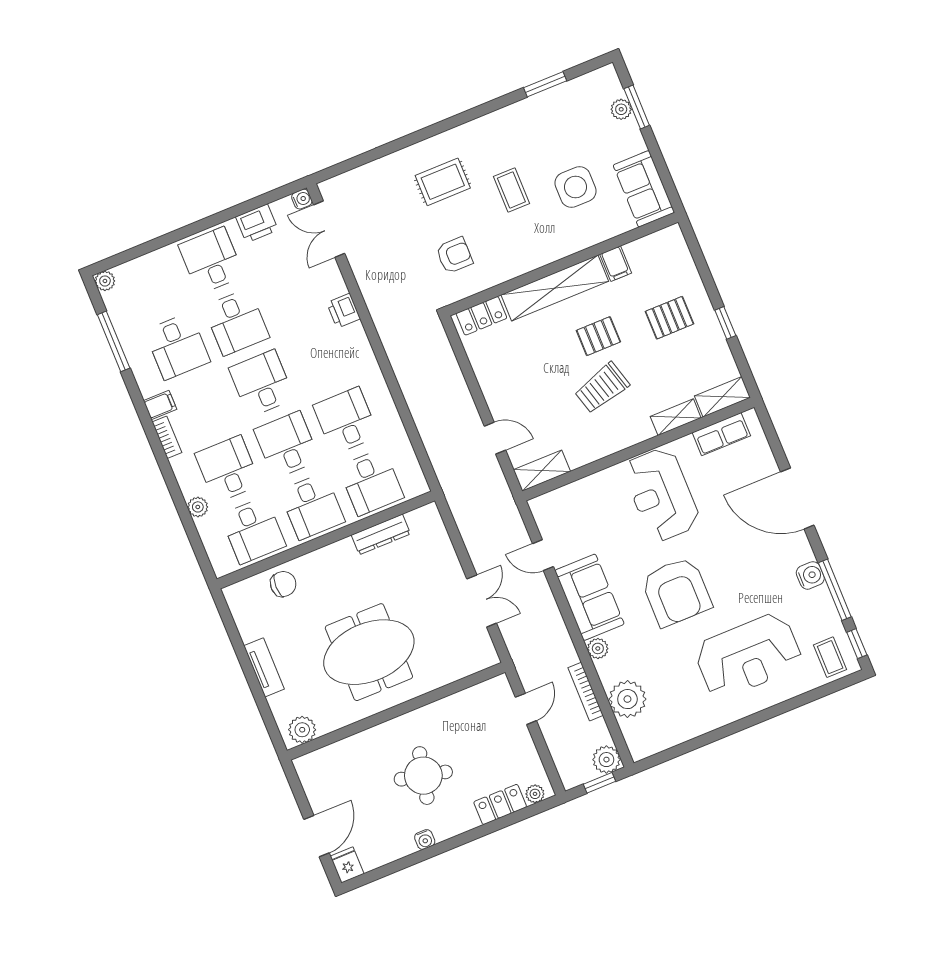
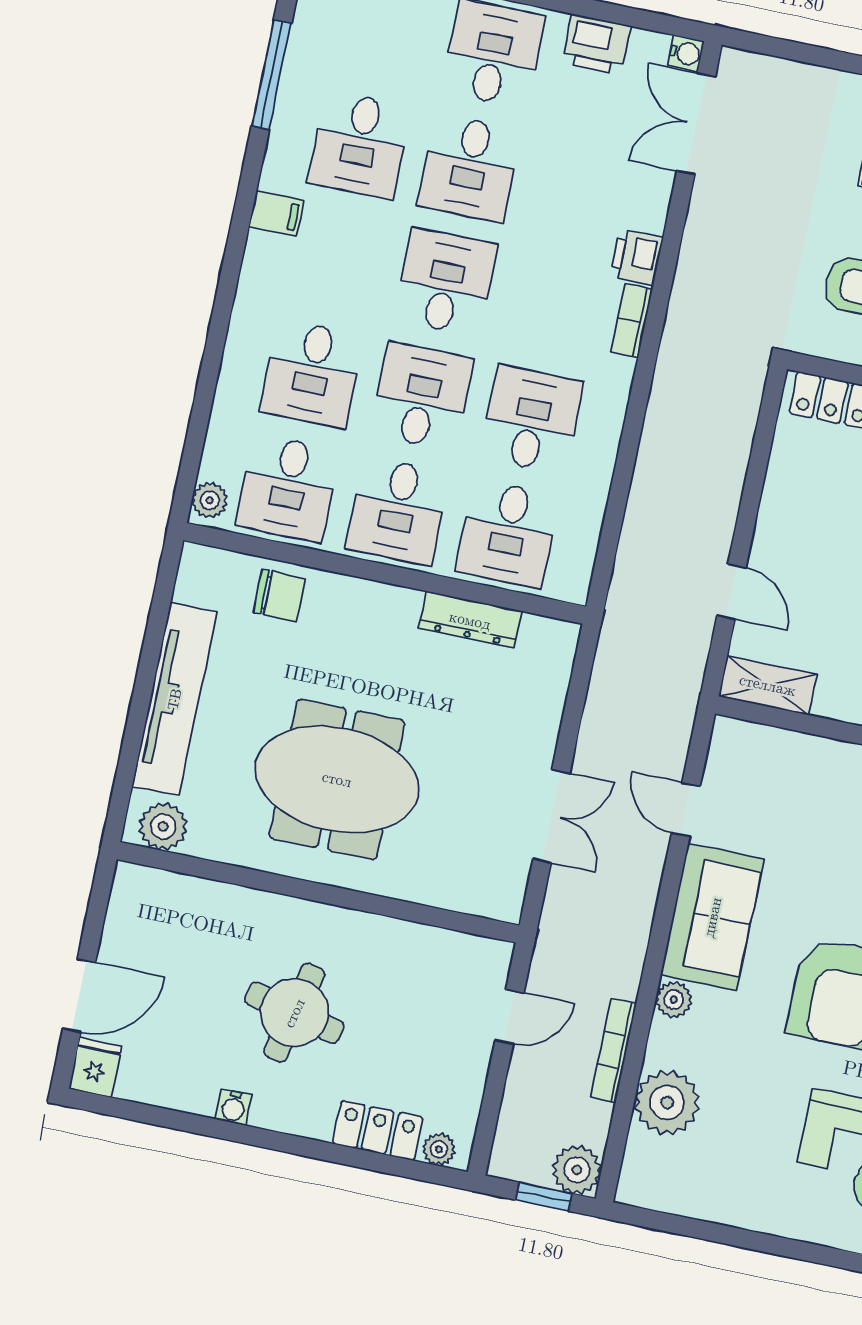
bookcase: (167, 437) -> (632, 321), moved, turned 180
desk: (228, 469) -> (312, 373), turned 180
plant: (198, 507) -> (210, 500), moved
tv unit: (264, 667) -> (174, 699), width x1.92, depth x1.29

